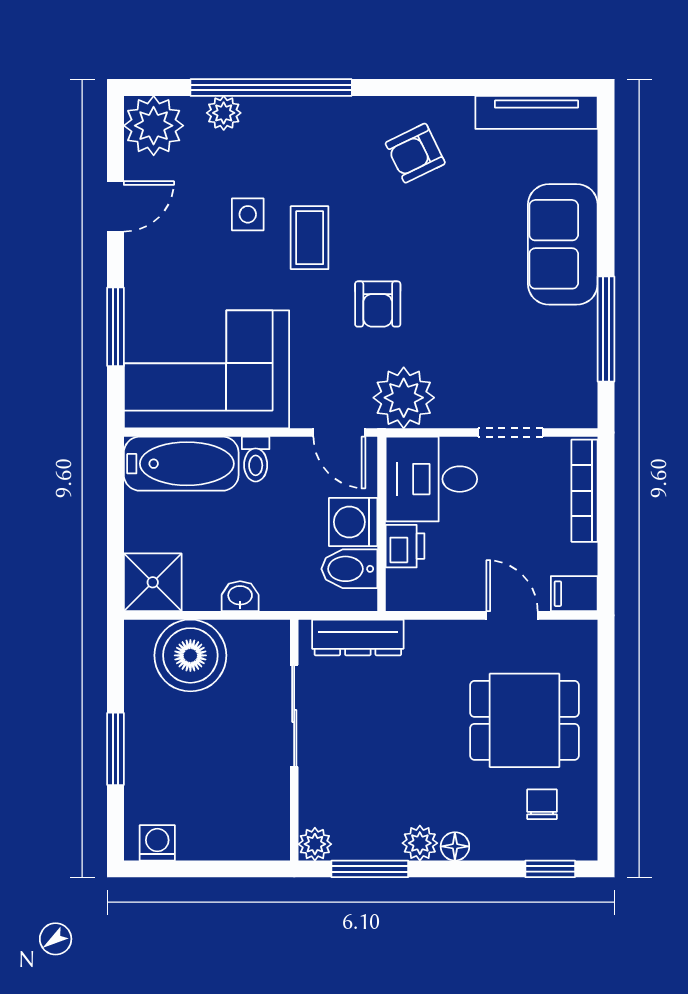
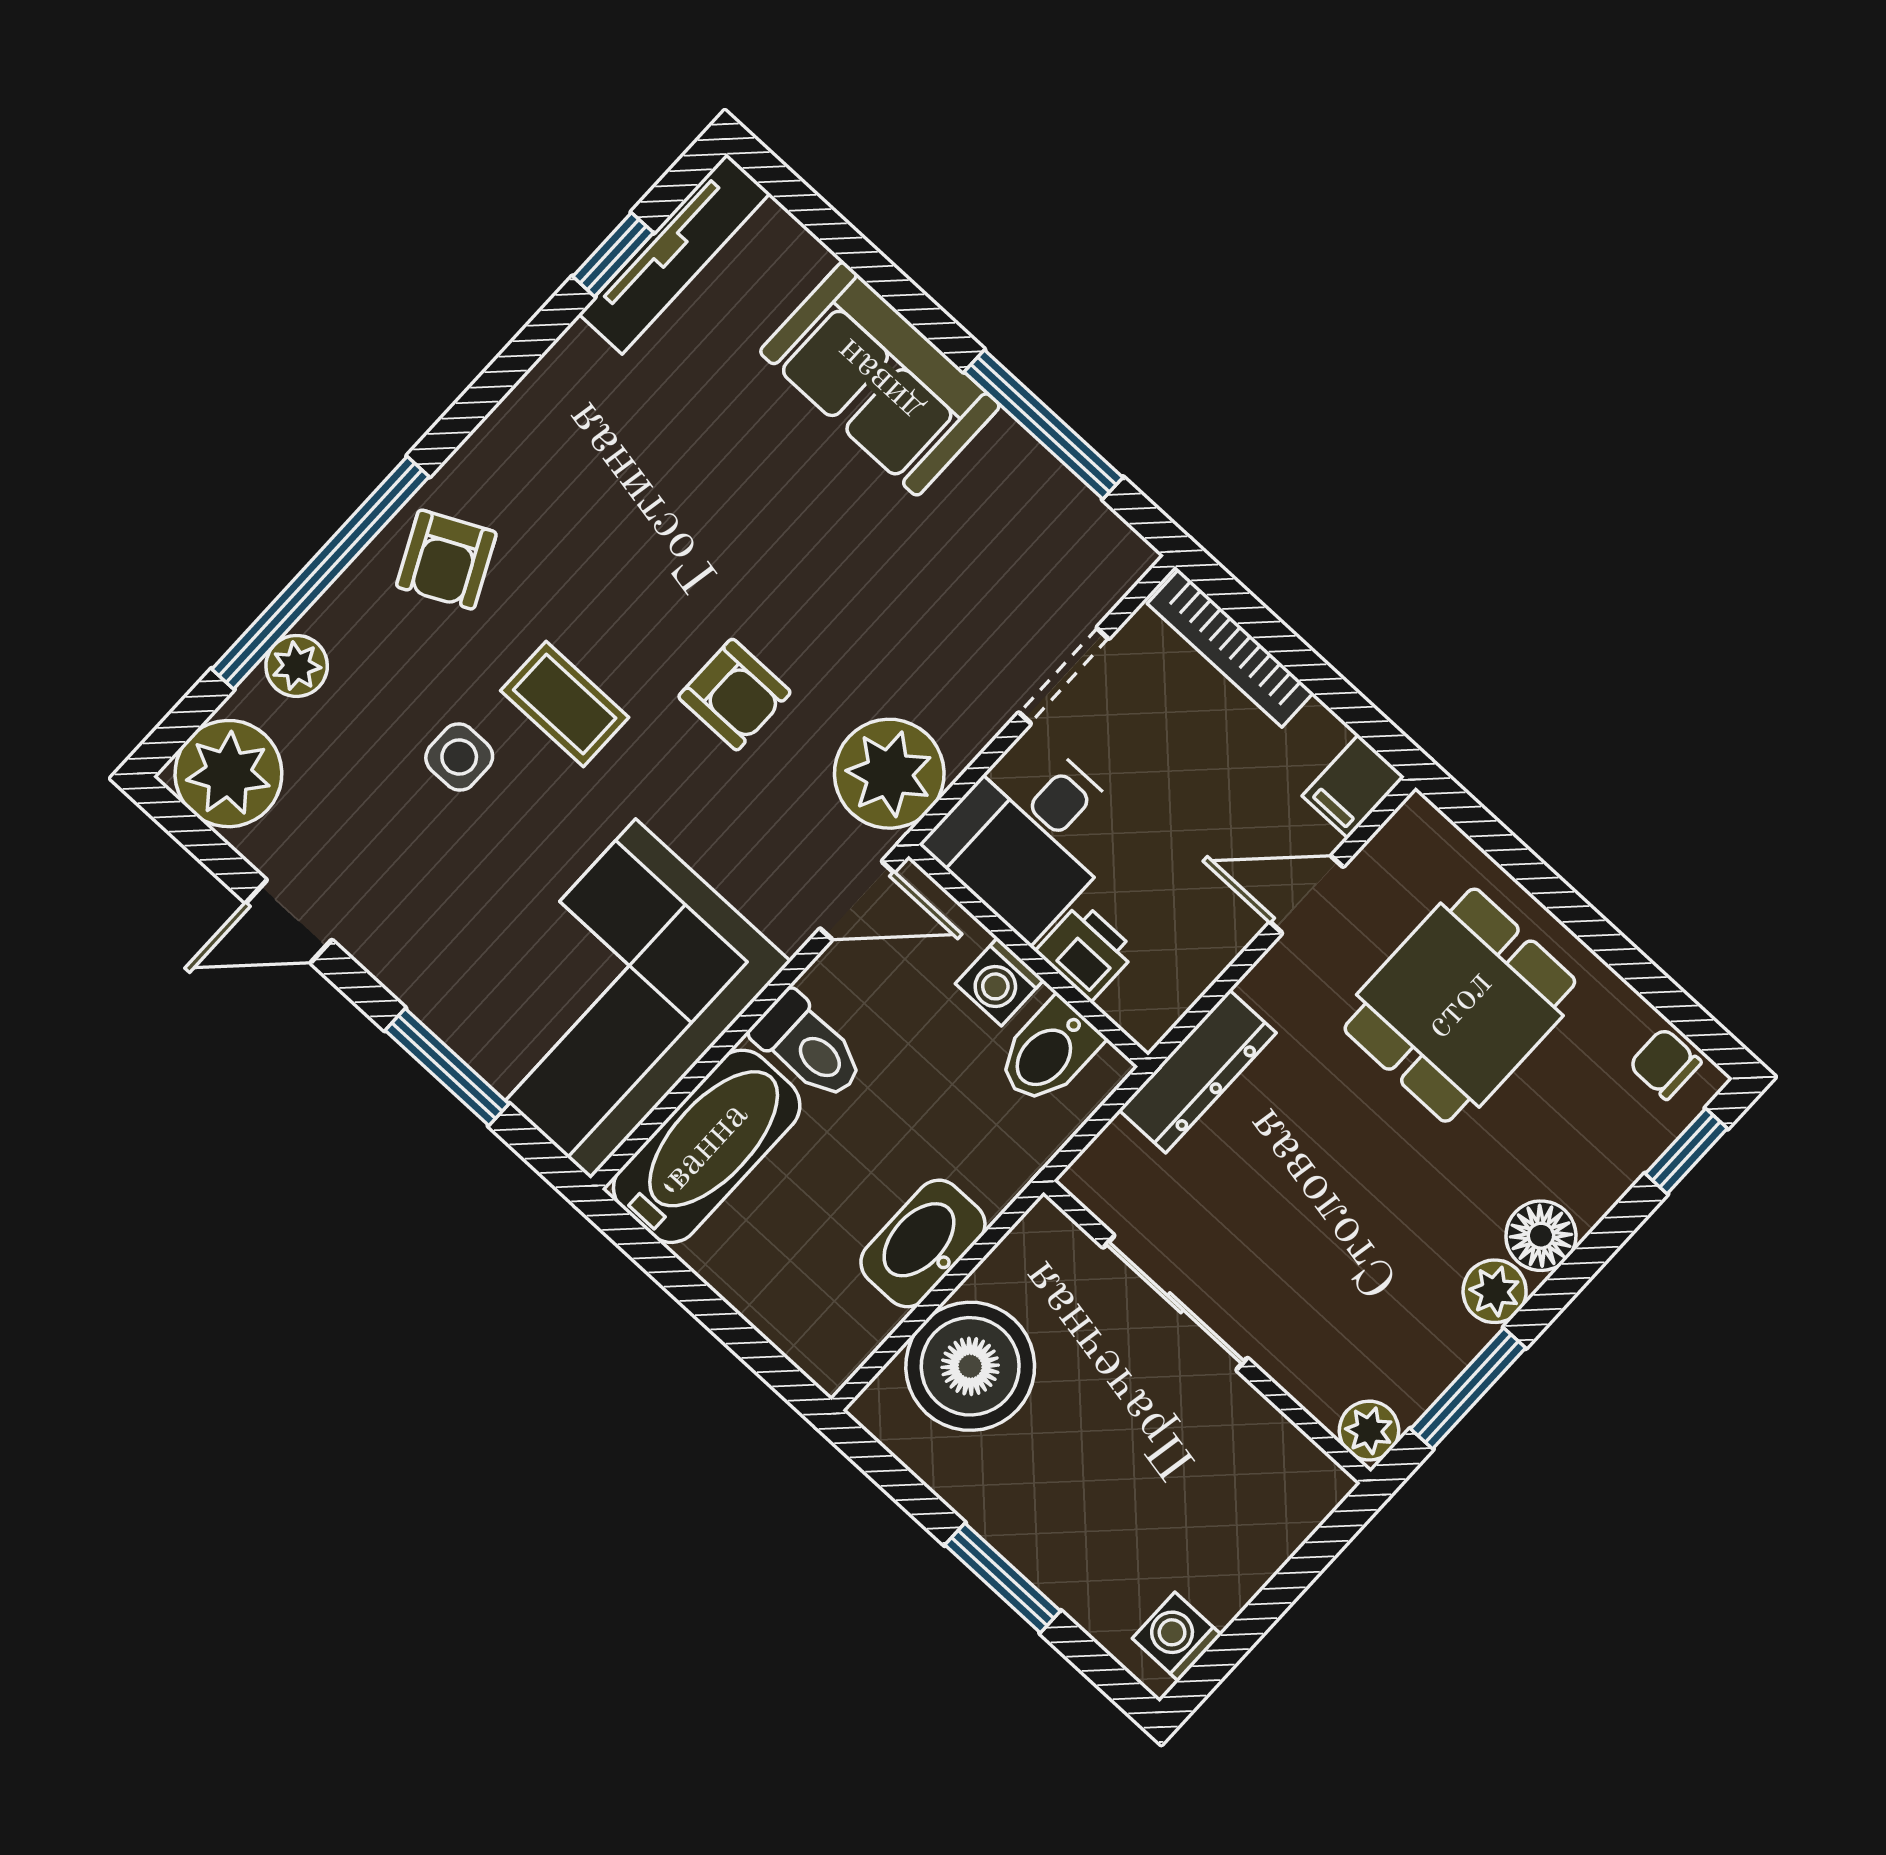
window: (513, 87) -> (613, 255), added
armchair: (415, 153) -> (446, 560), moved
door: (115, 206) -> (289, 921), swing flipped
toilet: (256, 459) -> (808, 1046), width x1.37, depth x1.39
washing machine: (353, 522) -> (1000, 982), width x0.73, depth x0.73
shower: (153, 582) -> (828, 1327), removed
washbasin: (240, 596) -> (923, 1243), width x1.91, depth x1.45
dresser: (358, 637) -> (1197, 1071), moved
chair: (542, 804) -> (1665, 1064), moved
floor lamp: (455, 846) -> (1541, 1236), width x1.37, depth x1.37

